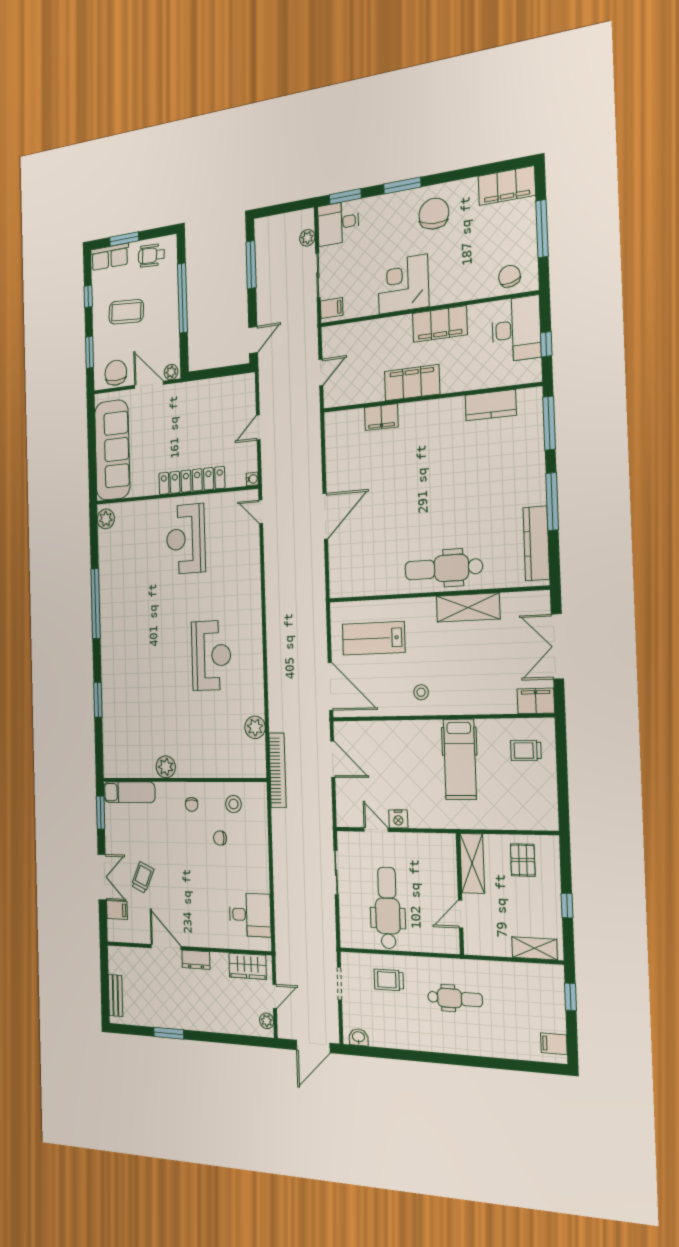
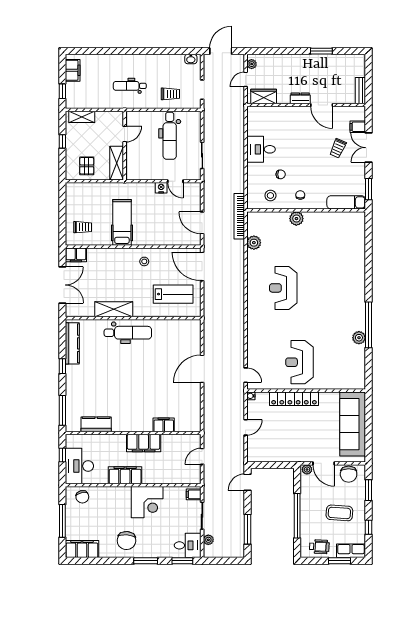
window: (552, 501) -> (62, 366), width x0.46
plant: (106, 519) -> (359, 338), moved
reception desk: (186, 539) -> (299, 362), turned 180
window: (98, 700) -> (369, 262), removed
plant: (166, 767) -> (296, 219), moved
desk: (250, 915) -> (261, 149), moved
bench: (115, 996) -> (360, 91), moved
filing cabinet: (554, 1044) -> (73, 70), width x2.00

